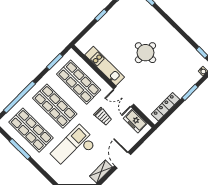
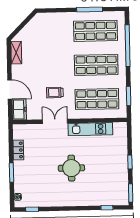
locker: (165, 107) -> (18, 150), width x0.66
freezer: (135, 121) -> (19, 109), moved, turned 90
checkout: (74, 148) -> (52, 49), removed
door: (123, 160) -> (10, 89), moved

